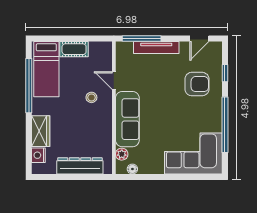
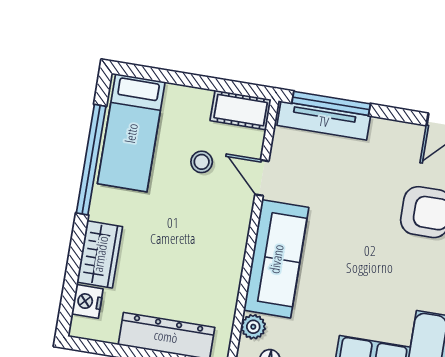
tv unit: (156, 48) -> (324, 121), moved
cot: (74, 49) -> (241, 110), moved
stool: (91, 97) -> (202, 162), moved

